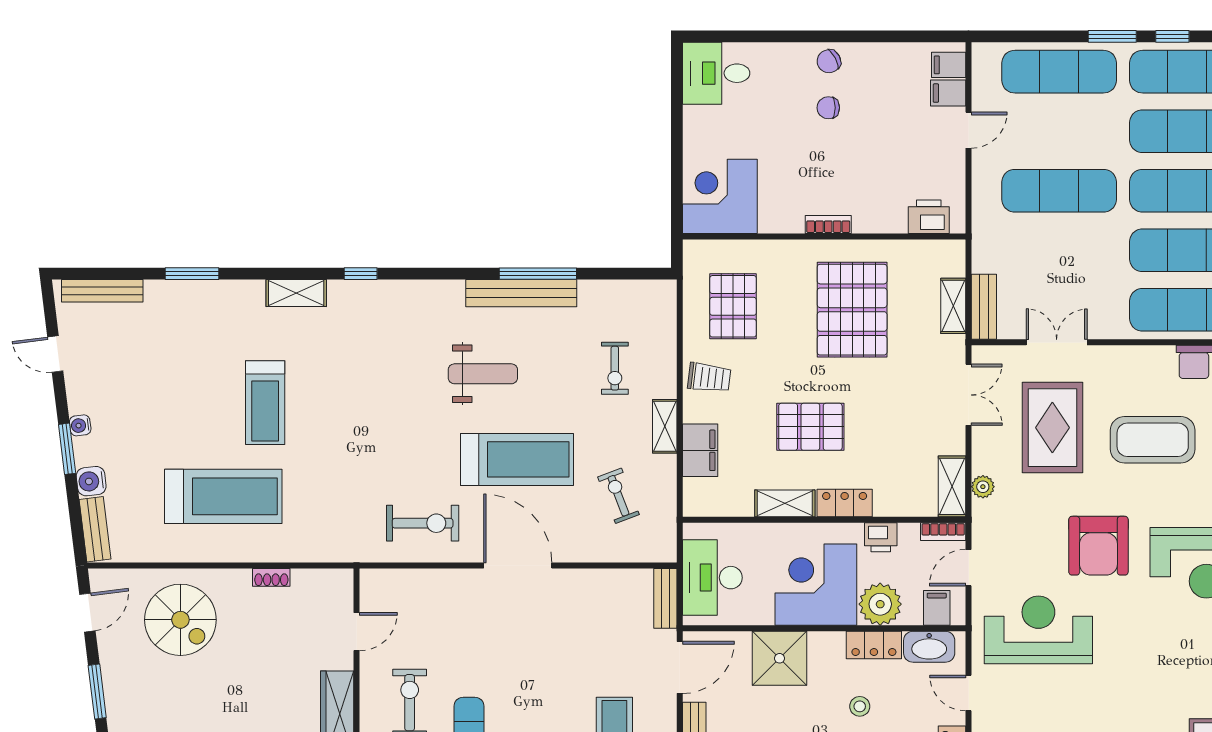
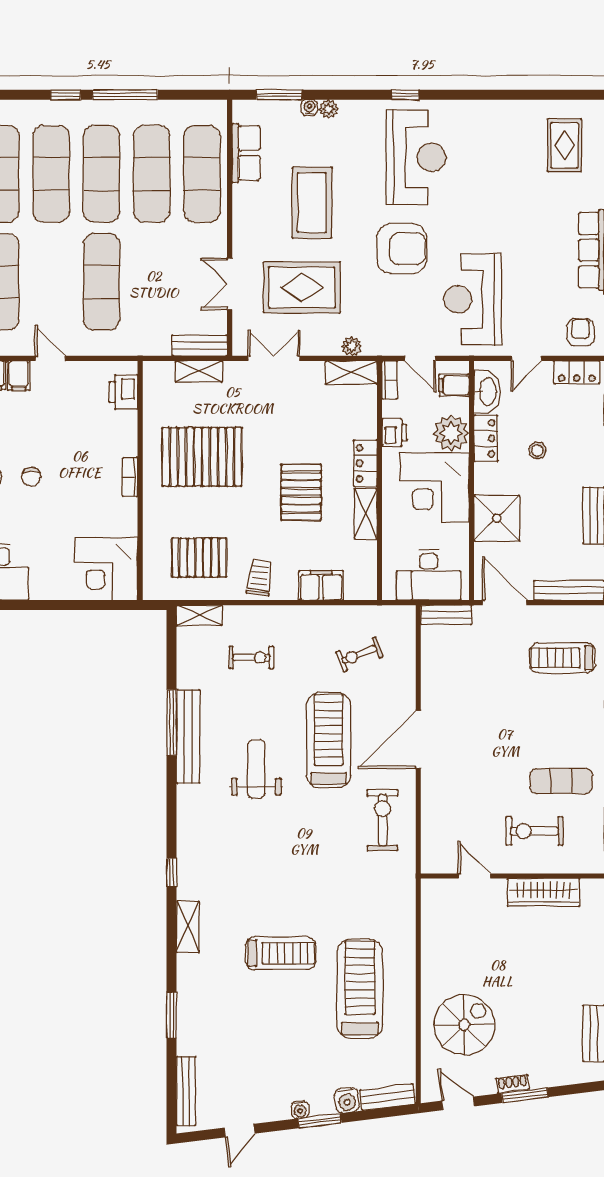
shelving: (665, 426) -> (199, 615), moved
shoe rack: (271, 577) -> (513, 1084), moved, turned -97

